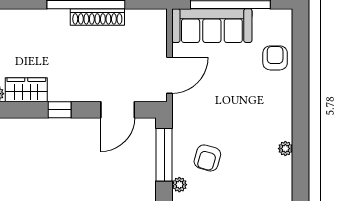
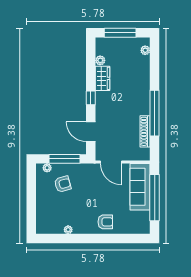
shoe rack: (97, 17) -> (145, 131), moved
armchair: (275, 58) -> (105, 222), moved
armchair: (207, 158) -> (63, 184), turned 148

